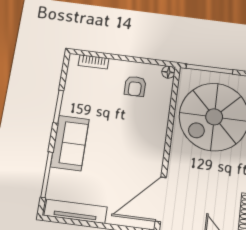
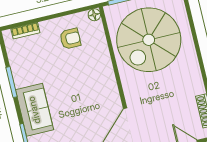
armchair: (135, 86) -> (70, 39), turned -90

